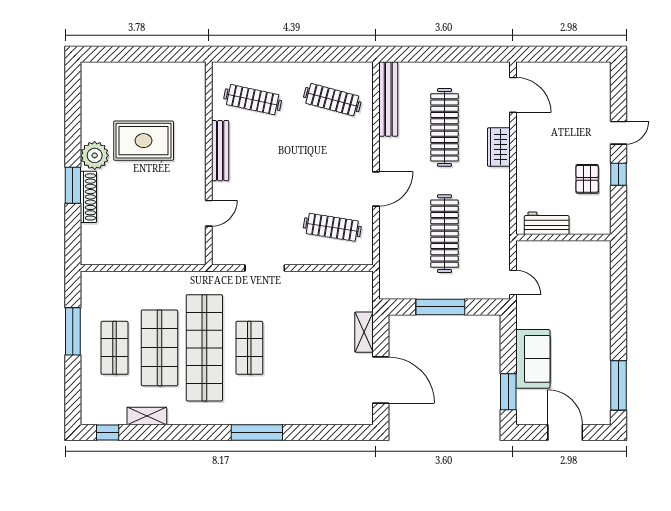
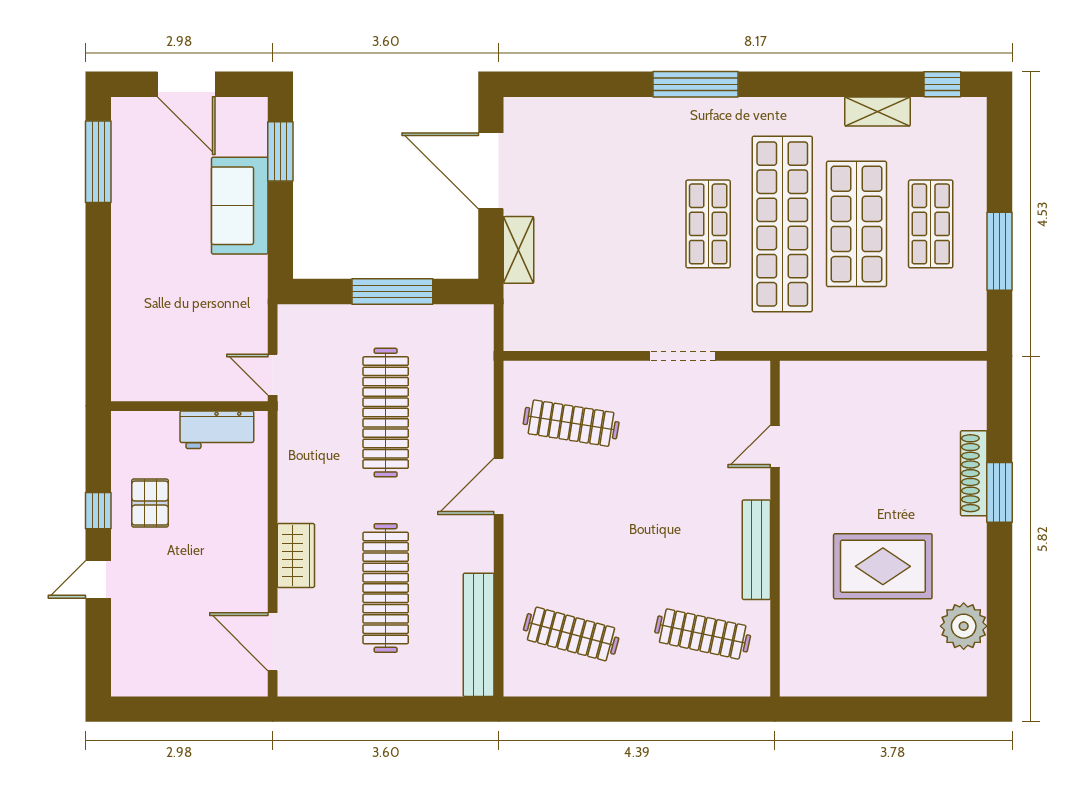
plant: (95, 155) -> (964, 626), moved
door: (513, 283) -> (273, 375), moved

